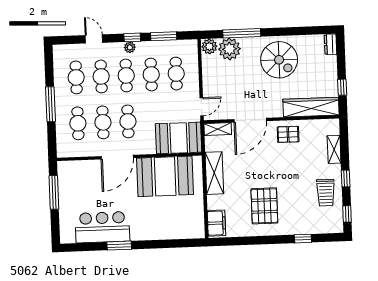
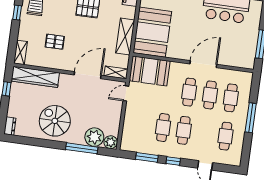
plant: (130, 47) -> (177, 153), removed
cafe table: (176, 74) -> (142, 125), removed
cafe table: (101, 76) -> (205, 133), removed
pallet: (288, 134) -> (55, 42), moved
shelving: (334, 149) -> (21, 52), moved
booth: (165, 176) -> (152, 32), moved, turned 90

